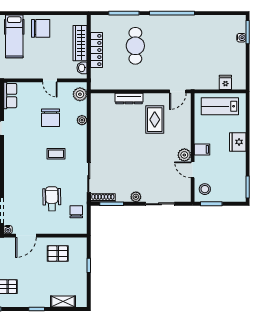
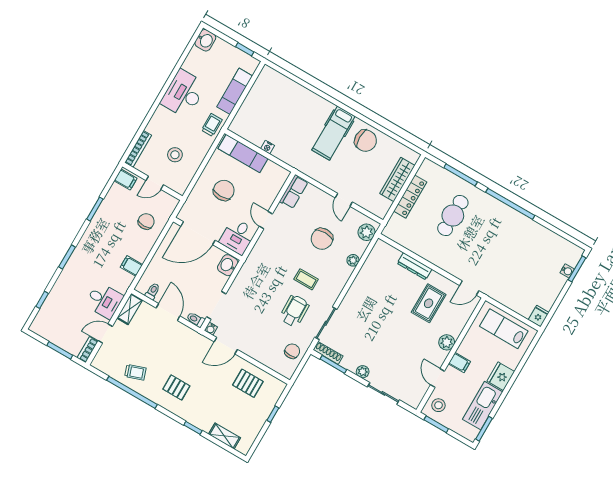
washbasin: (82, 68) -> (384, 206), removed
fridge: (225, 82) -> (539, 316), moved
plant: (184, 155) -> (447, 342), moved
kitchen sink: (237, 171) -> (483, 406), added
wheelchair: (52, 199) -> (294, 311), moved

